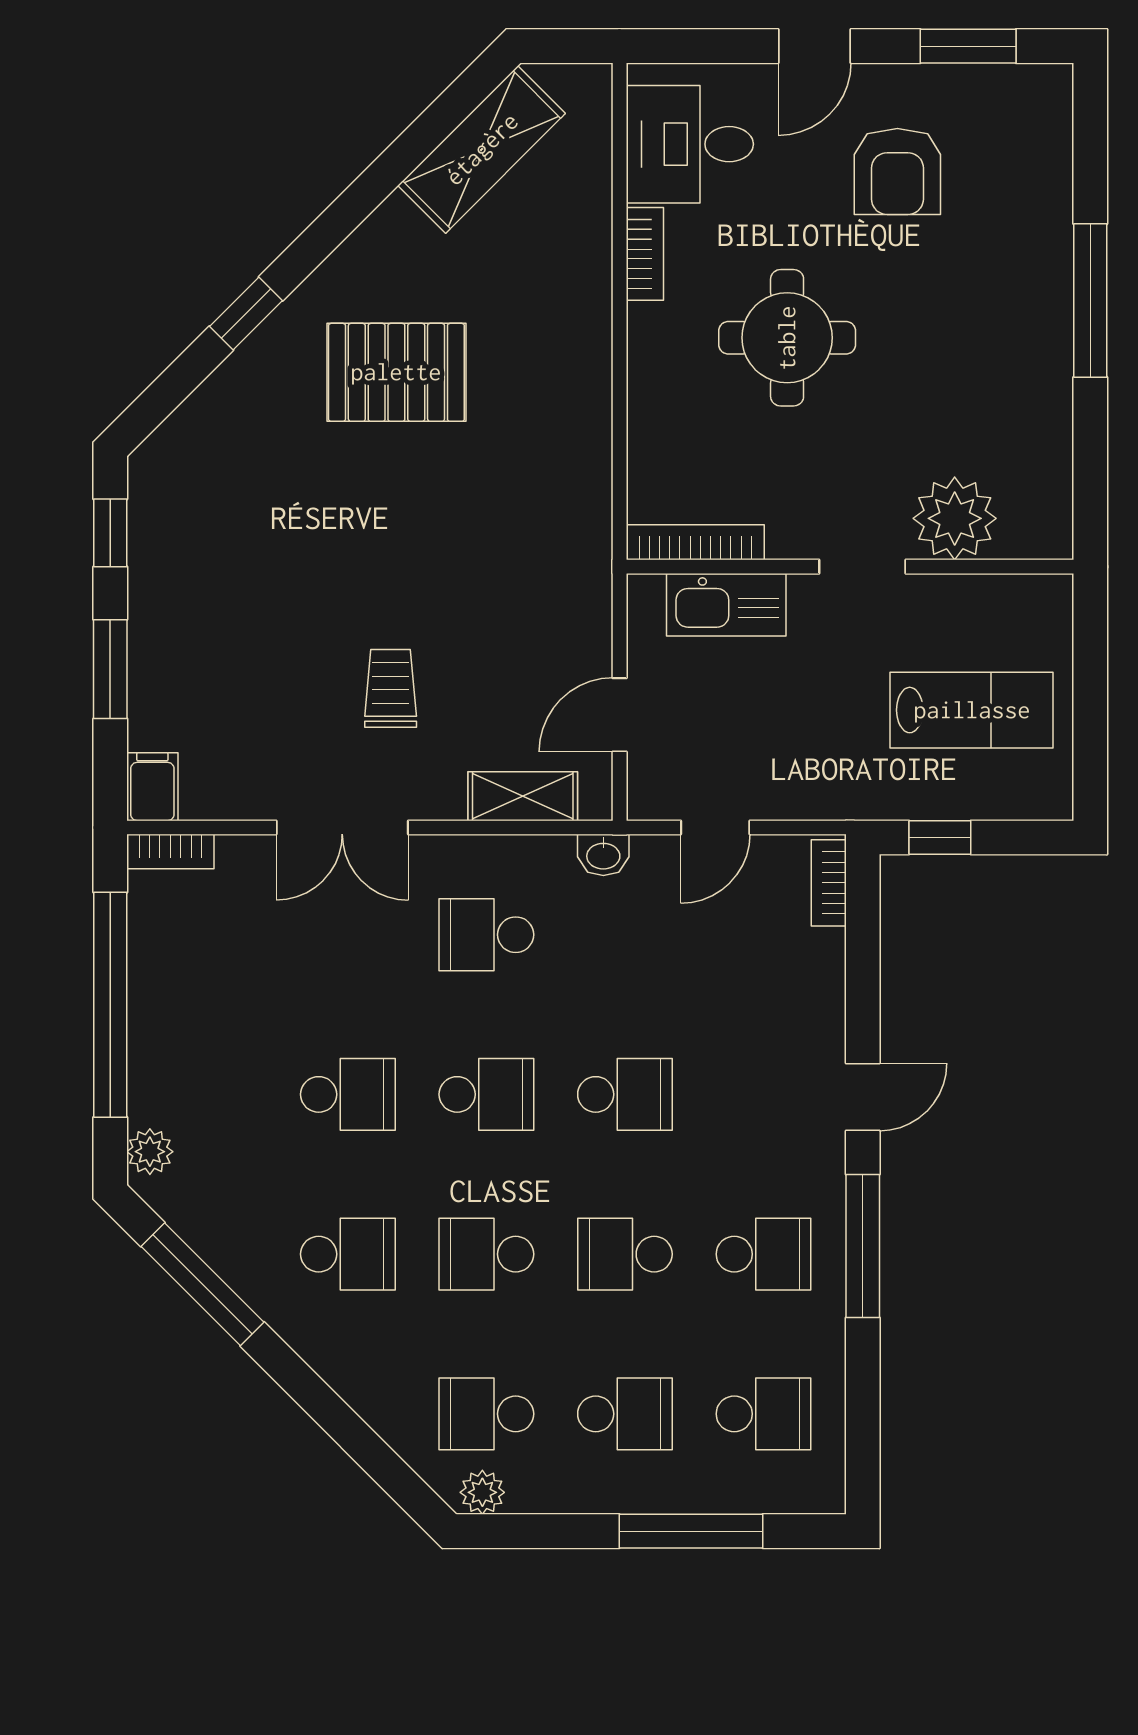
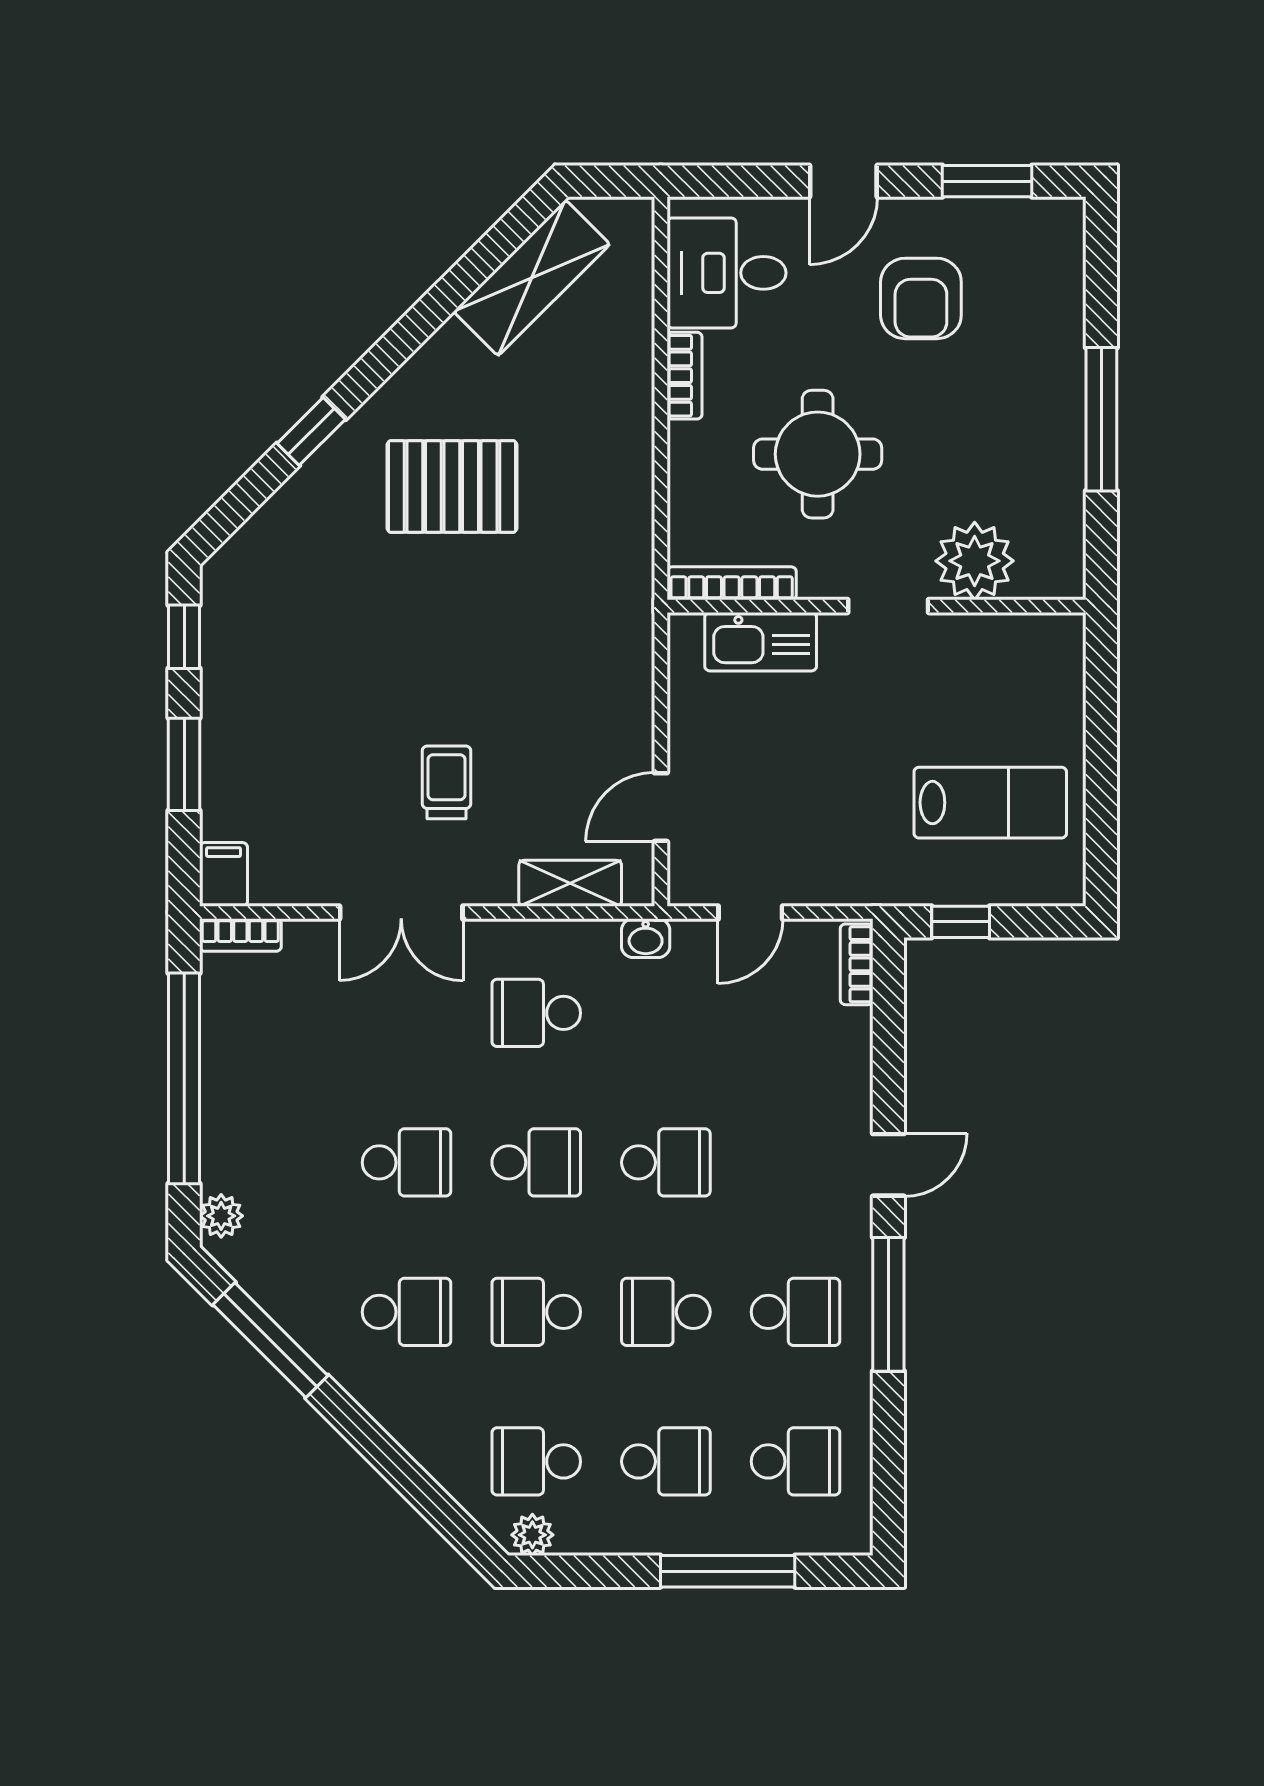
plant: (955, 518) -> (975, 561), moved
bookcase: (695, 542) -> (732, 583), moved
wall: (850, 567) -> (876, 606), moved
doorway: (862, 567) -> (888, 606), moved
kitchen sink: (726, 605) -> (761, 642), moved

